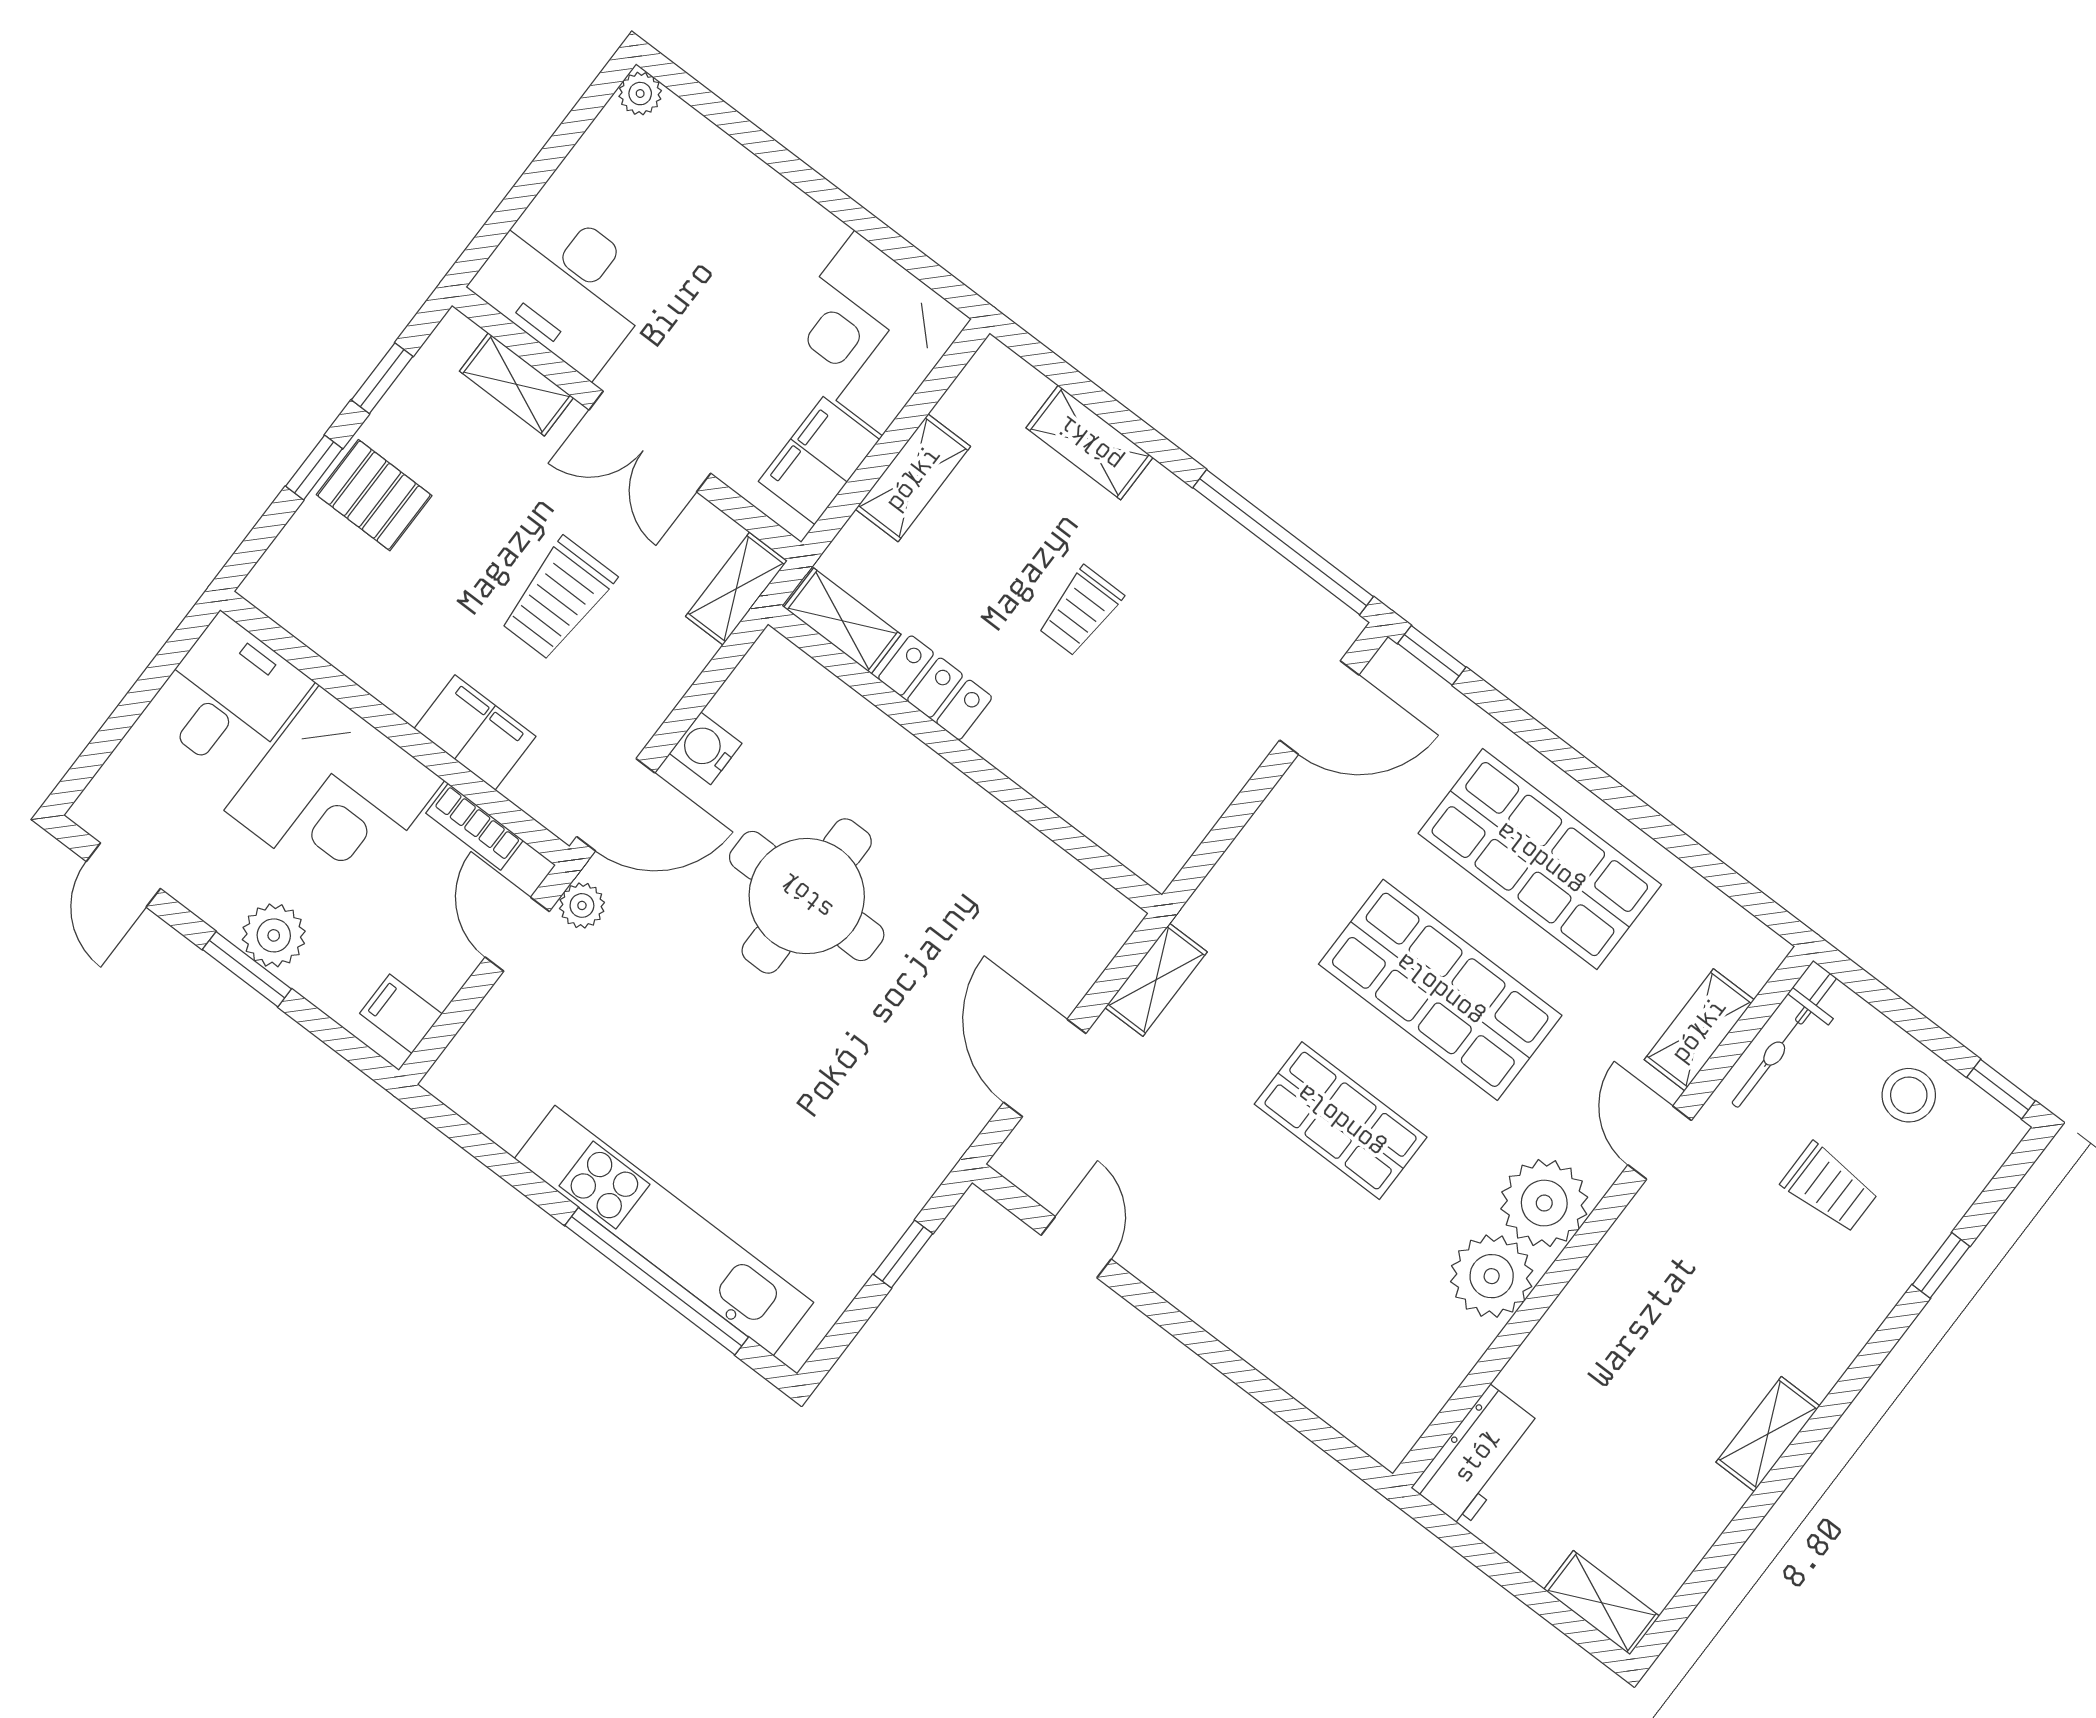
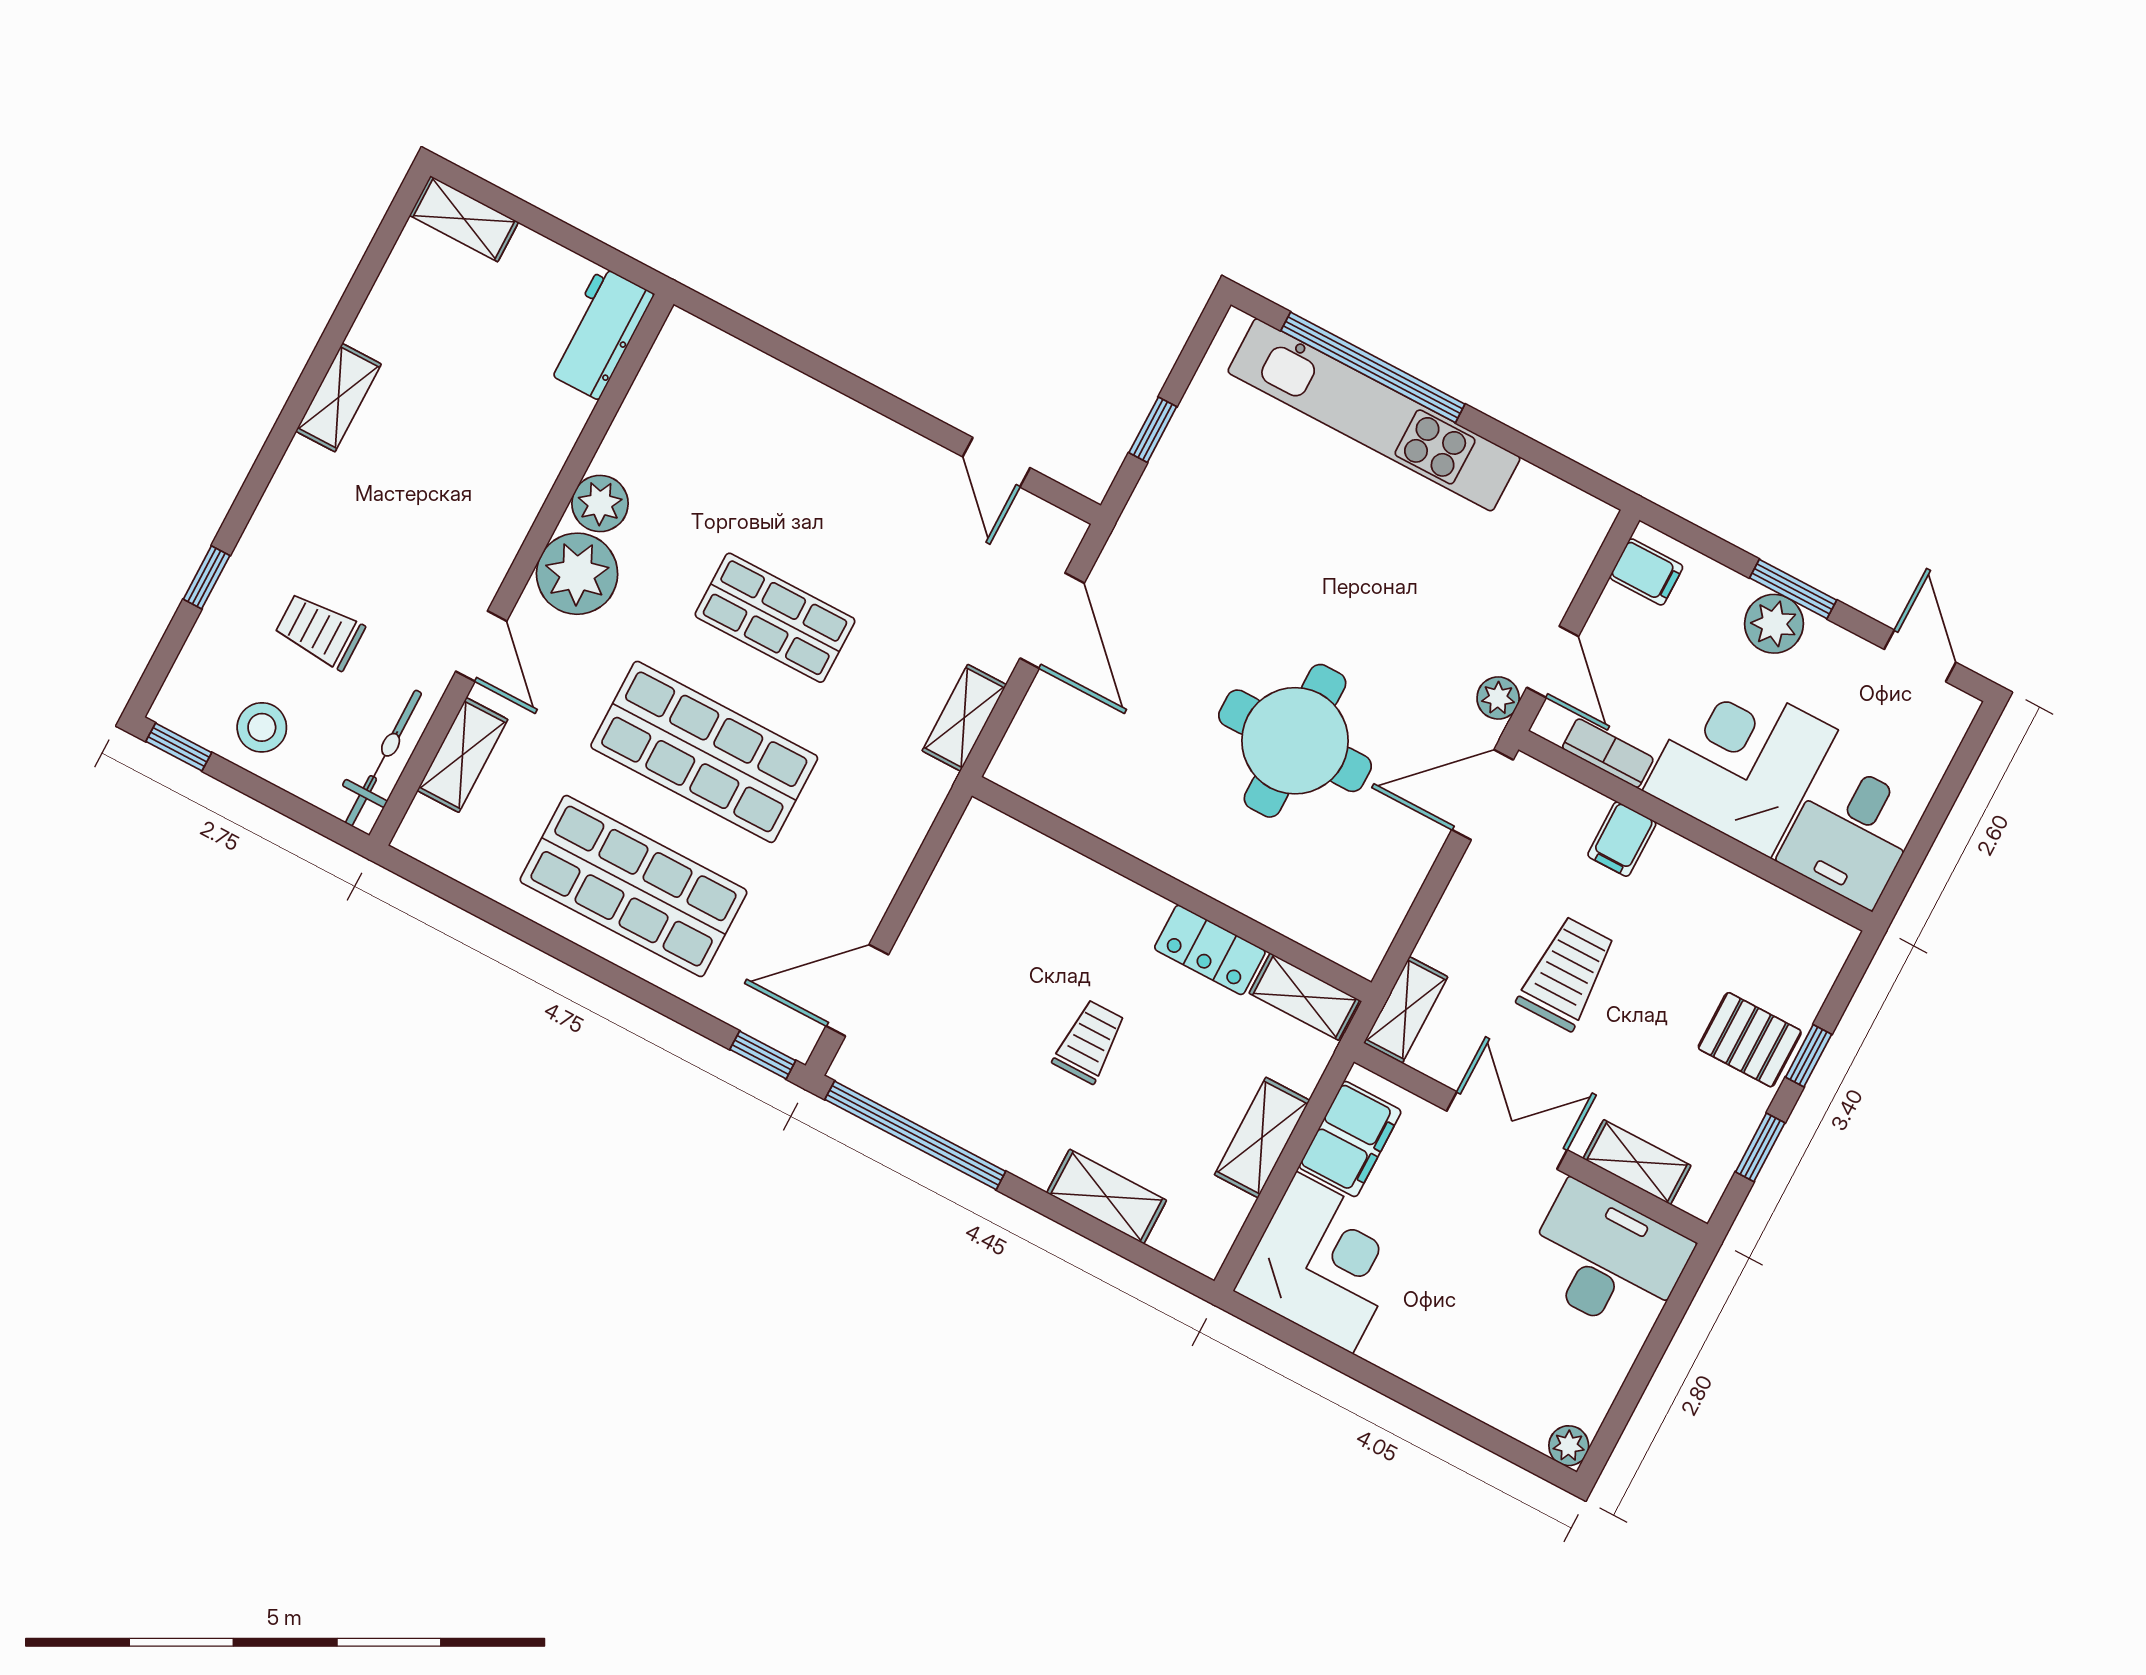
filing cabinet: (475, 732) -> (1622, 839), width x0.50
water cooler: (706, 748) -> (1409, 860), removed
plant: (1492, 1276) -> (600, 503), width x0.73, depth x0.73

